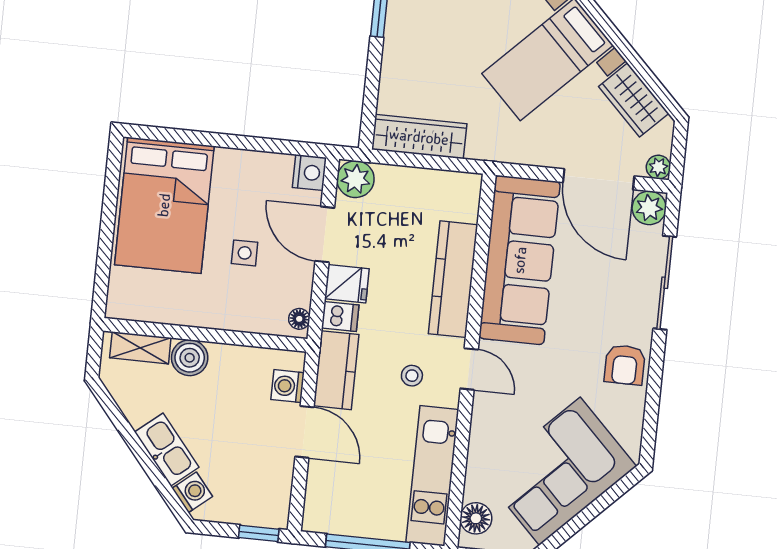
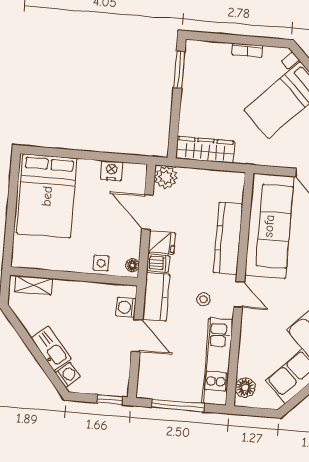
nightstand: (309, 173) -> (112, 171), moved, turned -90
side table: (245, 253) -> (101, 263), moved
boiler: (190, 358) -> (64, 291), removed

